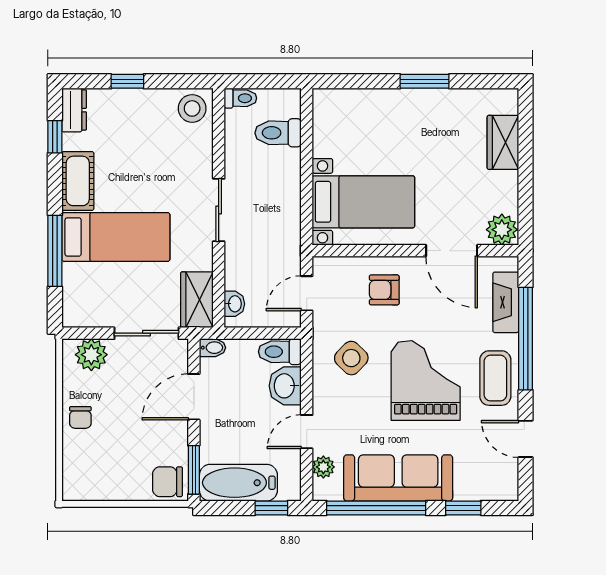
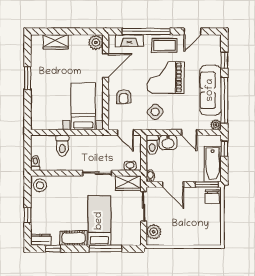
toilet: (278, 133) -> (62, 146), moved
sliding door: (219, 210) -> (97, 173), moved
chair: (80, 417) -> (183, 237), removed
plant: (323, 467) -> (216, 125), moved

